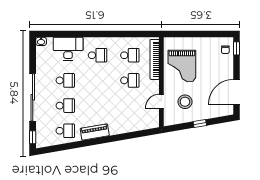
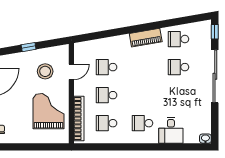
desk: (68, 49) -> (171, 130), width x0.73
school desk: (65, 80) -> (107, 67), moved

